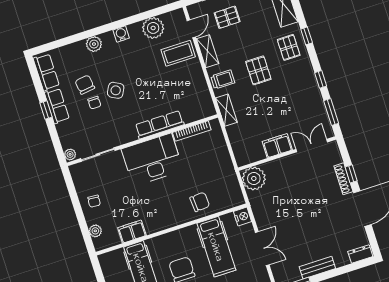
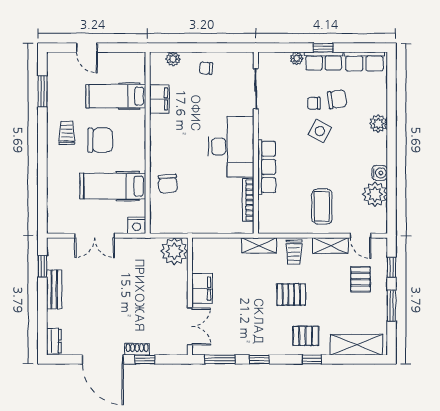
water cooler: (121, 34) -> (380, 173), moved
coffee table: (178, 53) -> (322, 207), moved
plant: (70, 154) -> (297, 58), moved
shoe rack: (343, 179) -> (137, 349), width x0.70

